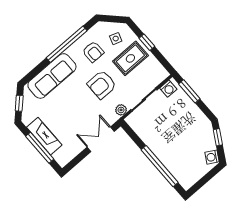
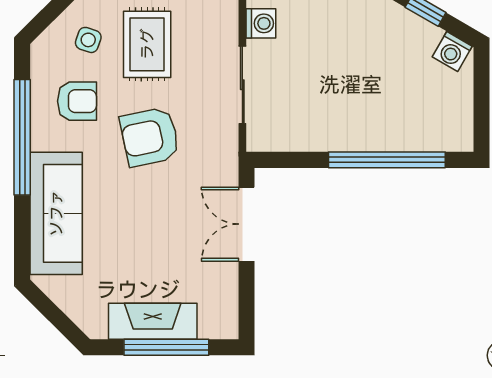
armchair: (102, 85) -> (150, 137), turned 78
window: (19, 103) -> (54, 315), removed
plant: (121, 110) -> (225, 142), removed

